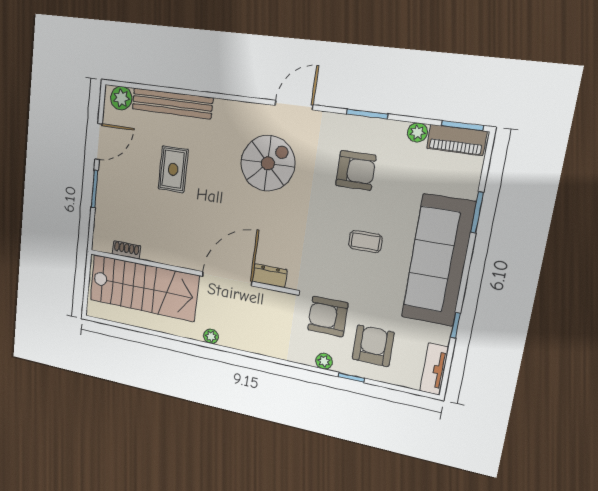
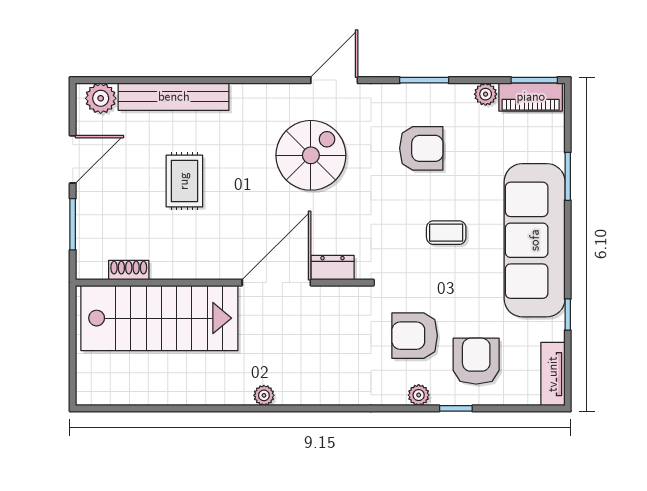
shoe rack: (126, 250) -> (129, 270), moved
wall: (189, 271) -> (222, 283), moved
dresser: (270, 276) -> (332, 268), moved
door: (227, 279) -> (276, 283), moved
stairs: (144, 288) -> (159, 318), moved

